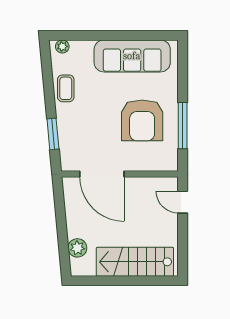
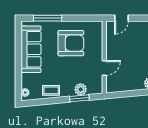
window: (183, 126) -> (48, 18), moved
plant: (67, 136) -> (81, 89), added
door: (102, 174) -> (104, 68), width x0.53

